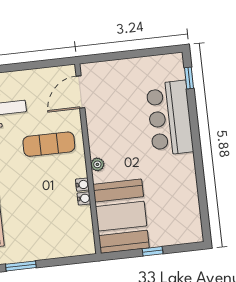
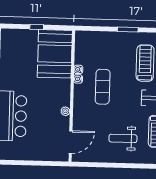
exercise mat: (49, 144) -> (103, 87), moved, turned 90
plant: (97, 164) -> (65, 111), moved

